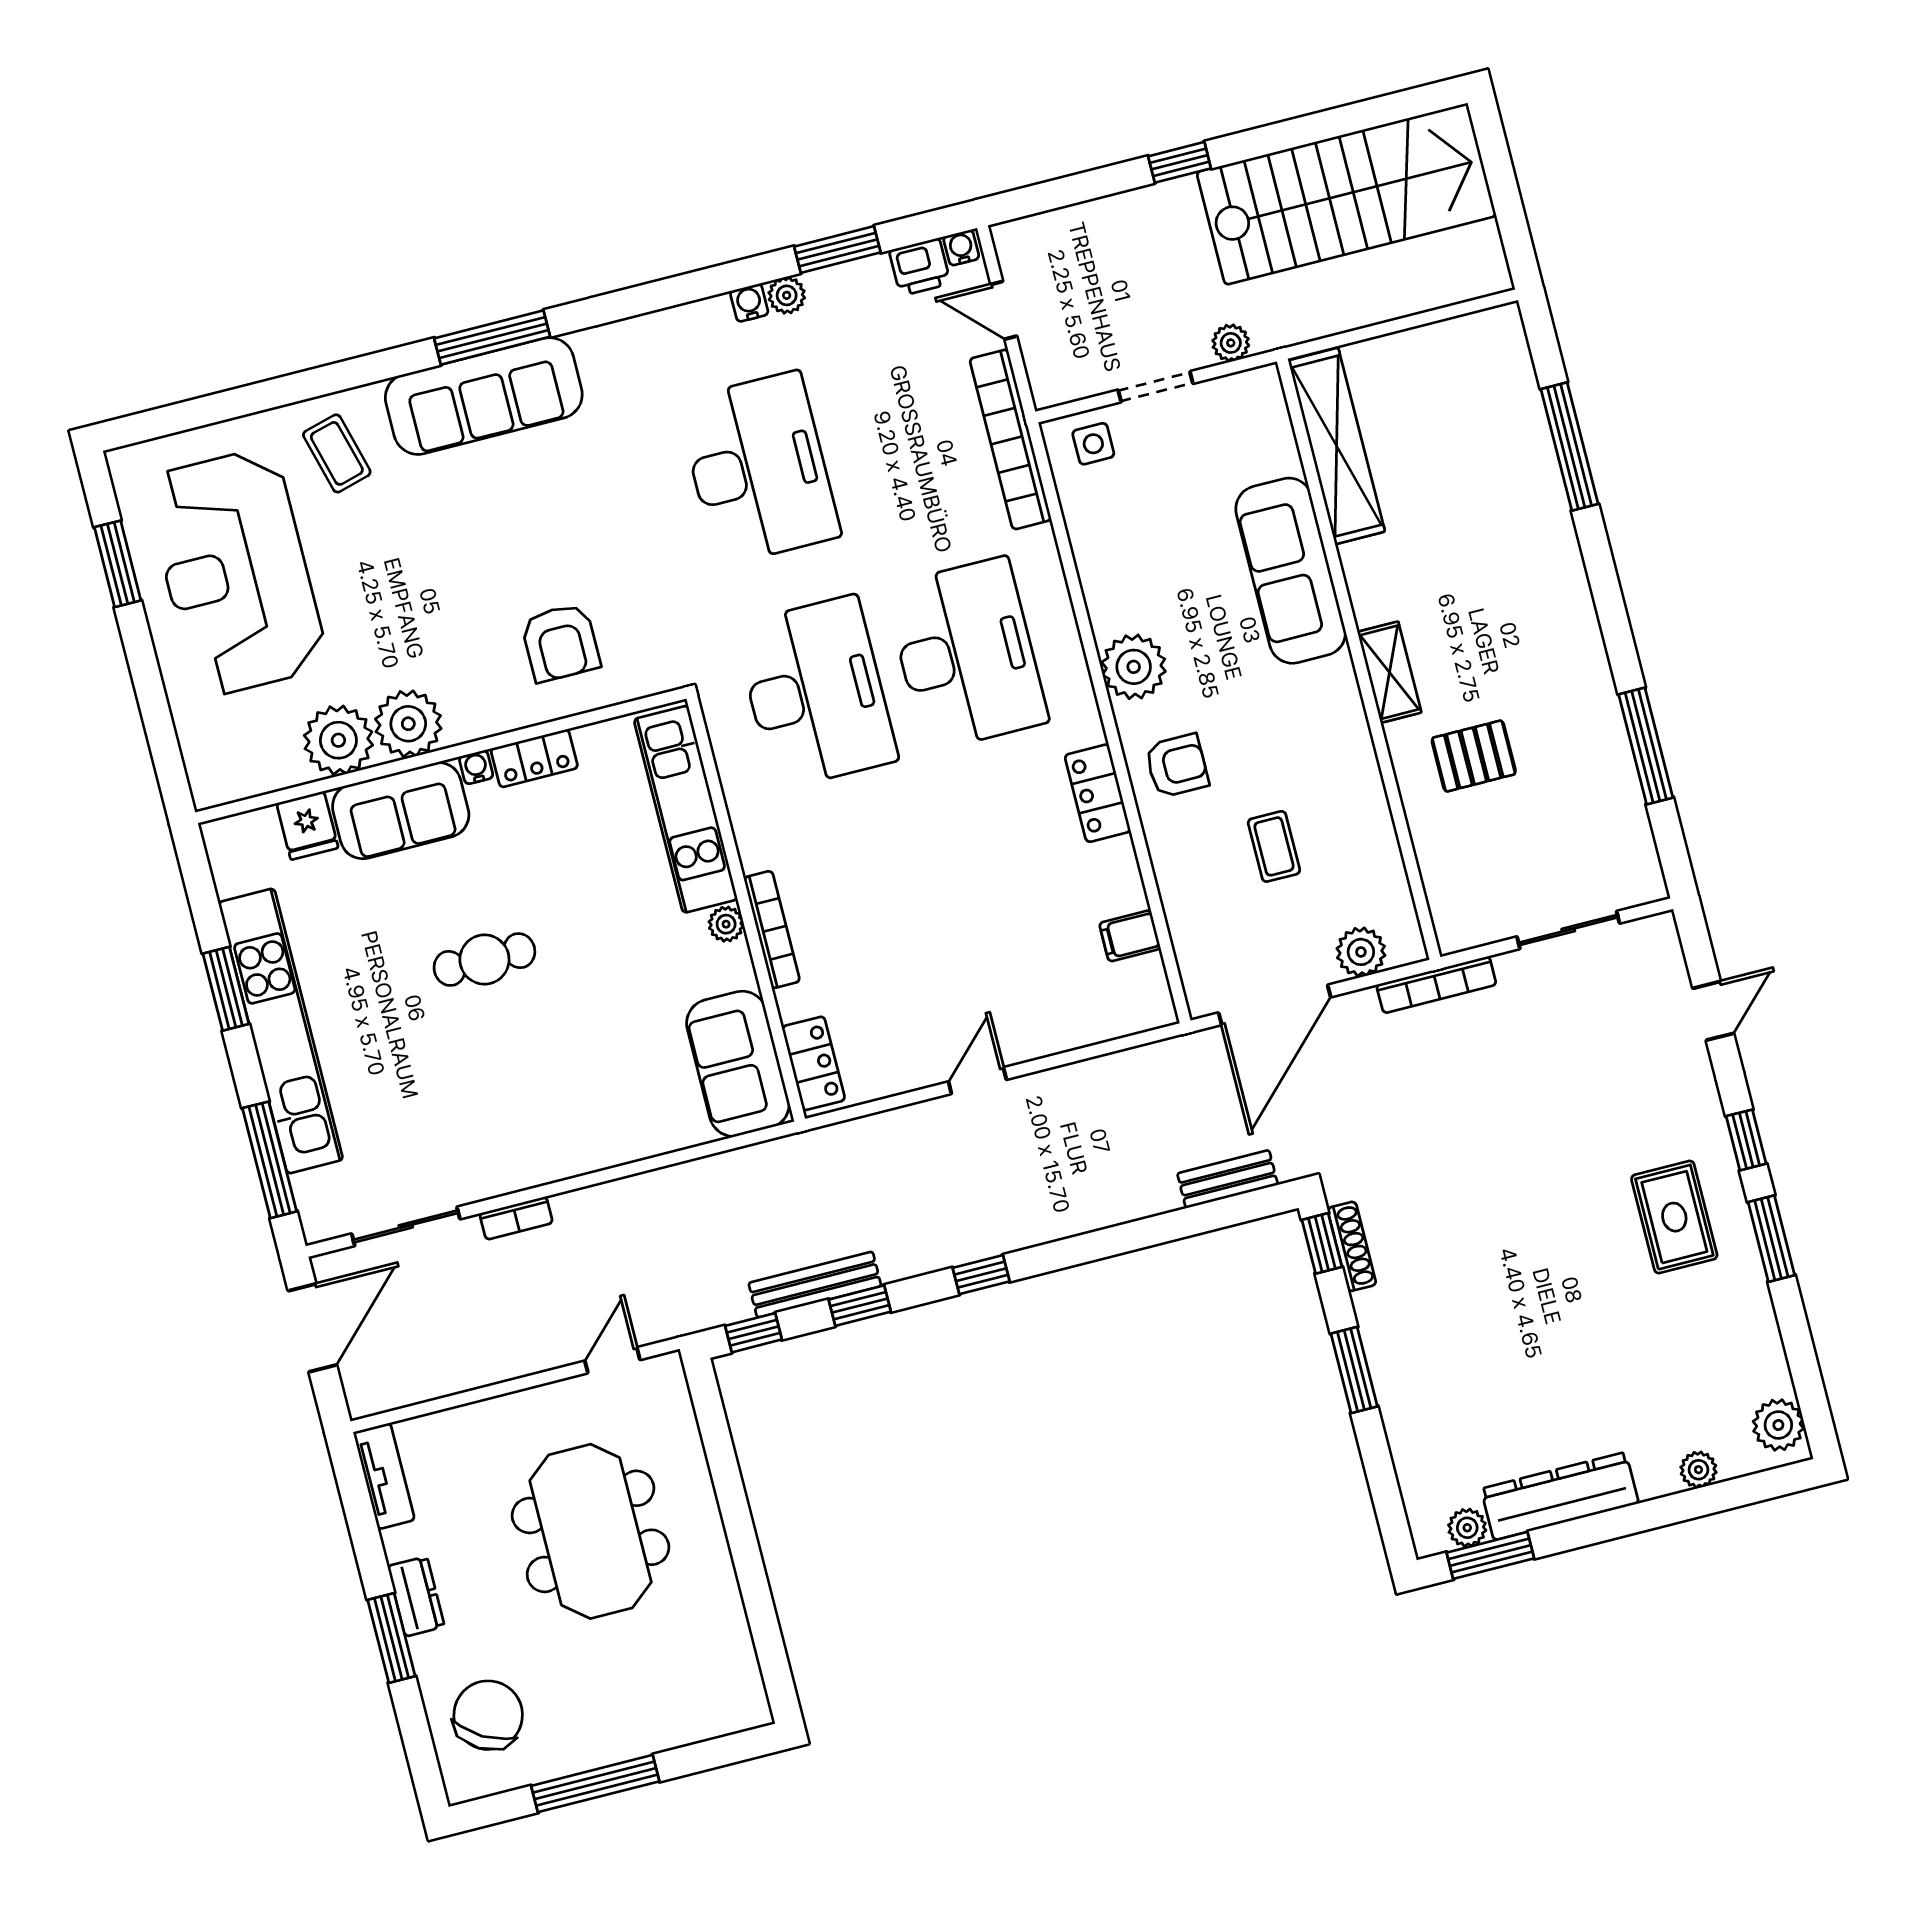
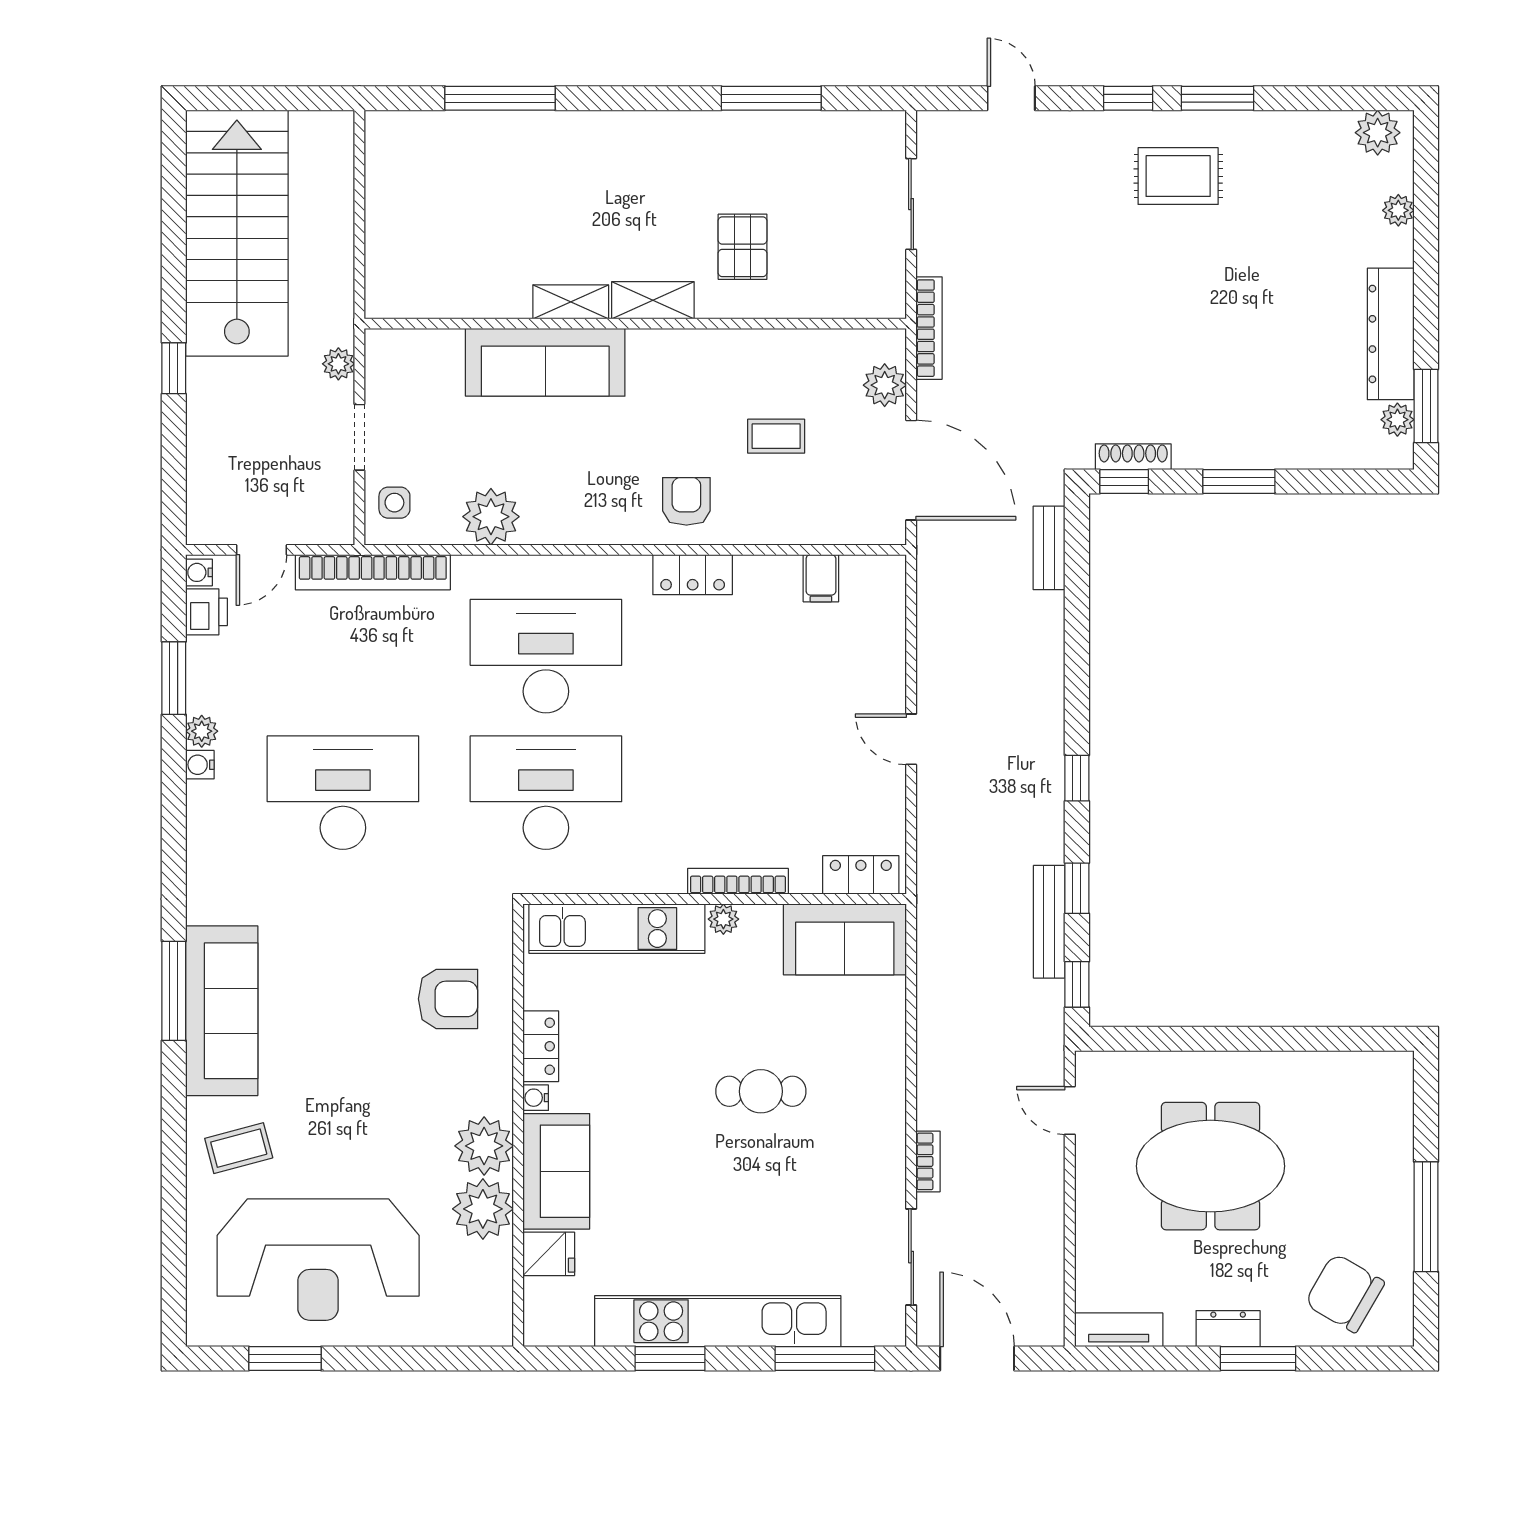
shelving: (1337, 446) -> (571, 302), moved, width x0.45, depth x0.75
plant: (1134, 667) -> (491, 517), moved
cafe table: (484, 960) -> (761, 1091), moved, turned 90

